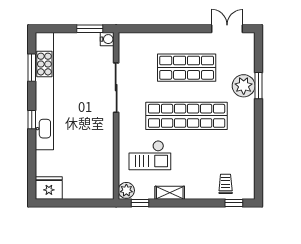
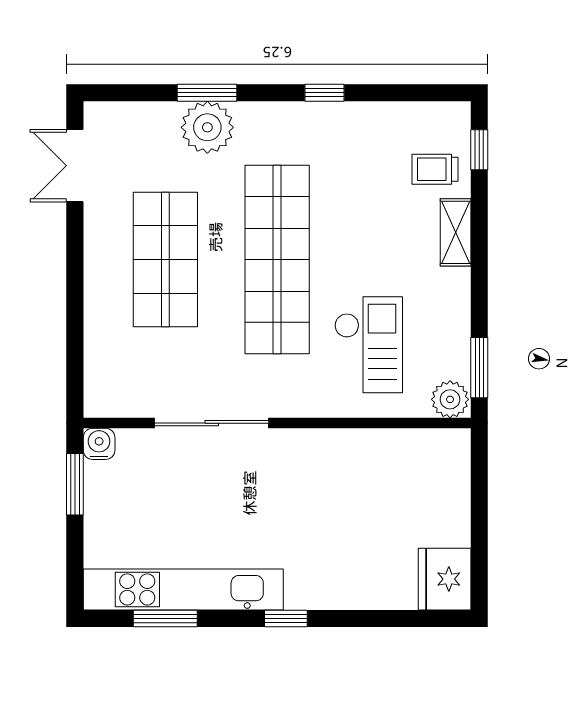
kitchen unit: (44, 91) -> (183, 589), width x0.73
window: (258, 136) -> (324, 93), added
shelving: (170, 193) -> (456, 232), moved
window: (140, 203) -> (479, 368), width x1.50

